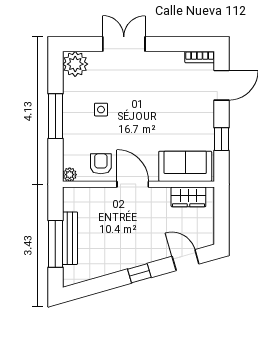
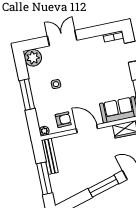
armchair: (101, 164) -> (63, 120), turned 89
bench: (70, 238) -> (50, 156), moved
window: (139, 273) -> (103, 186), width x2.17

